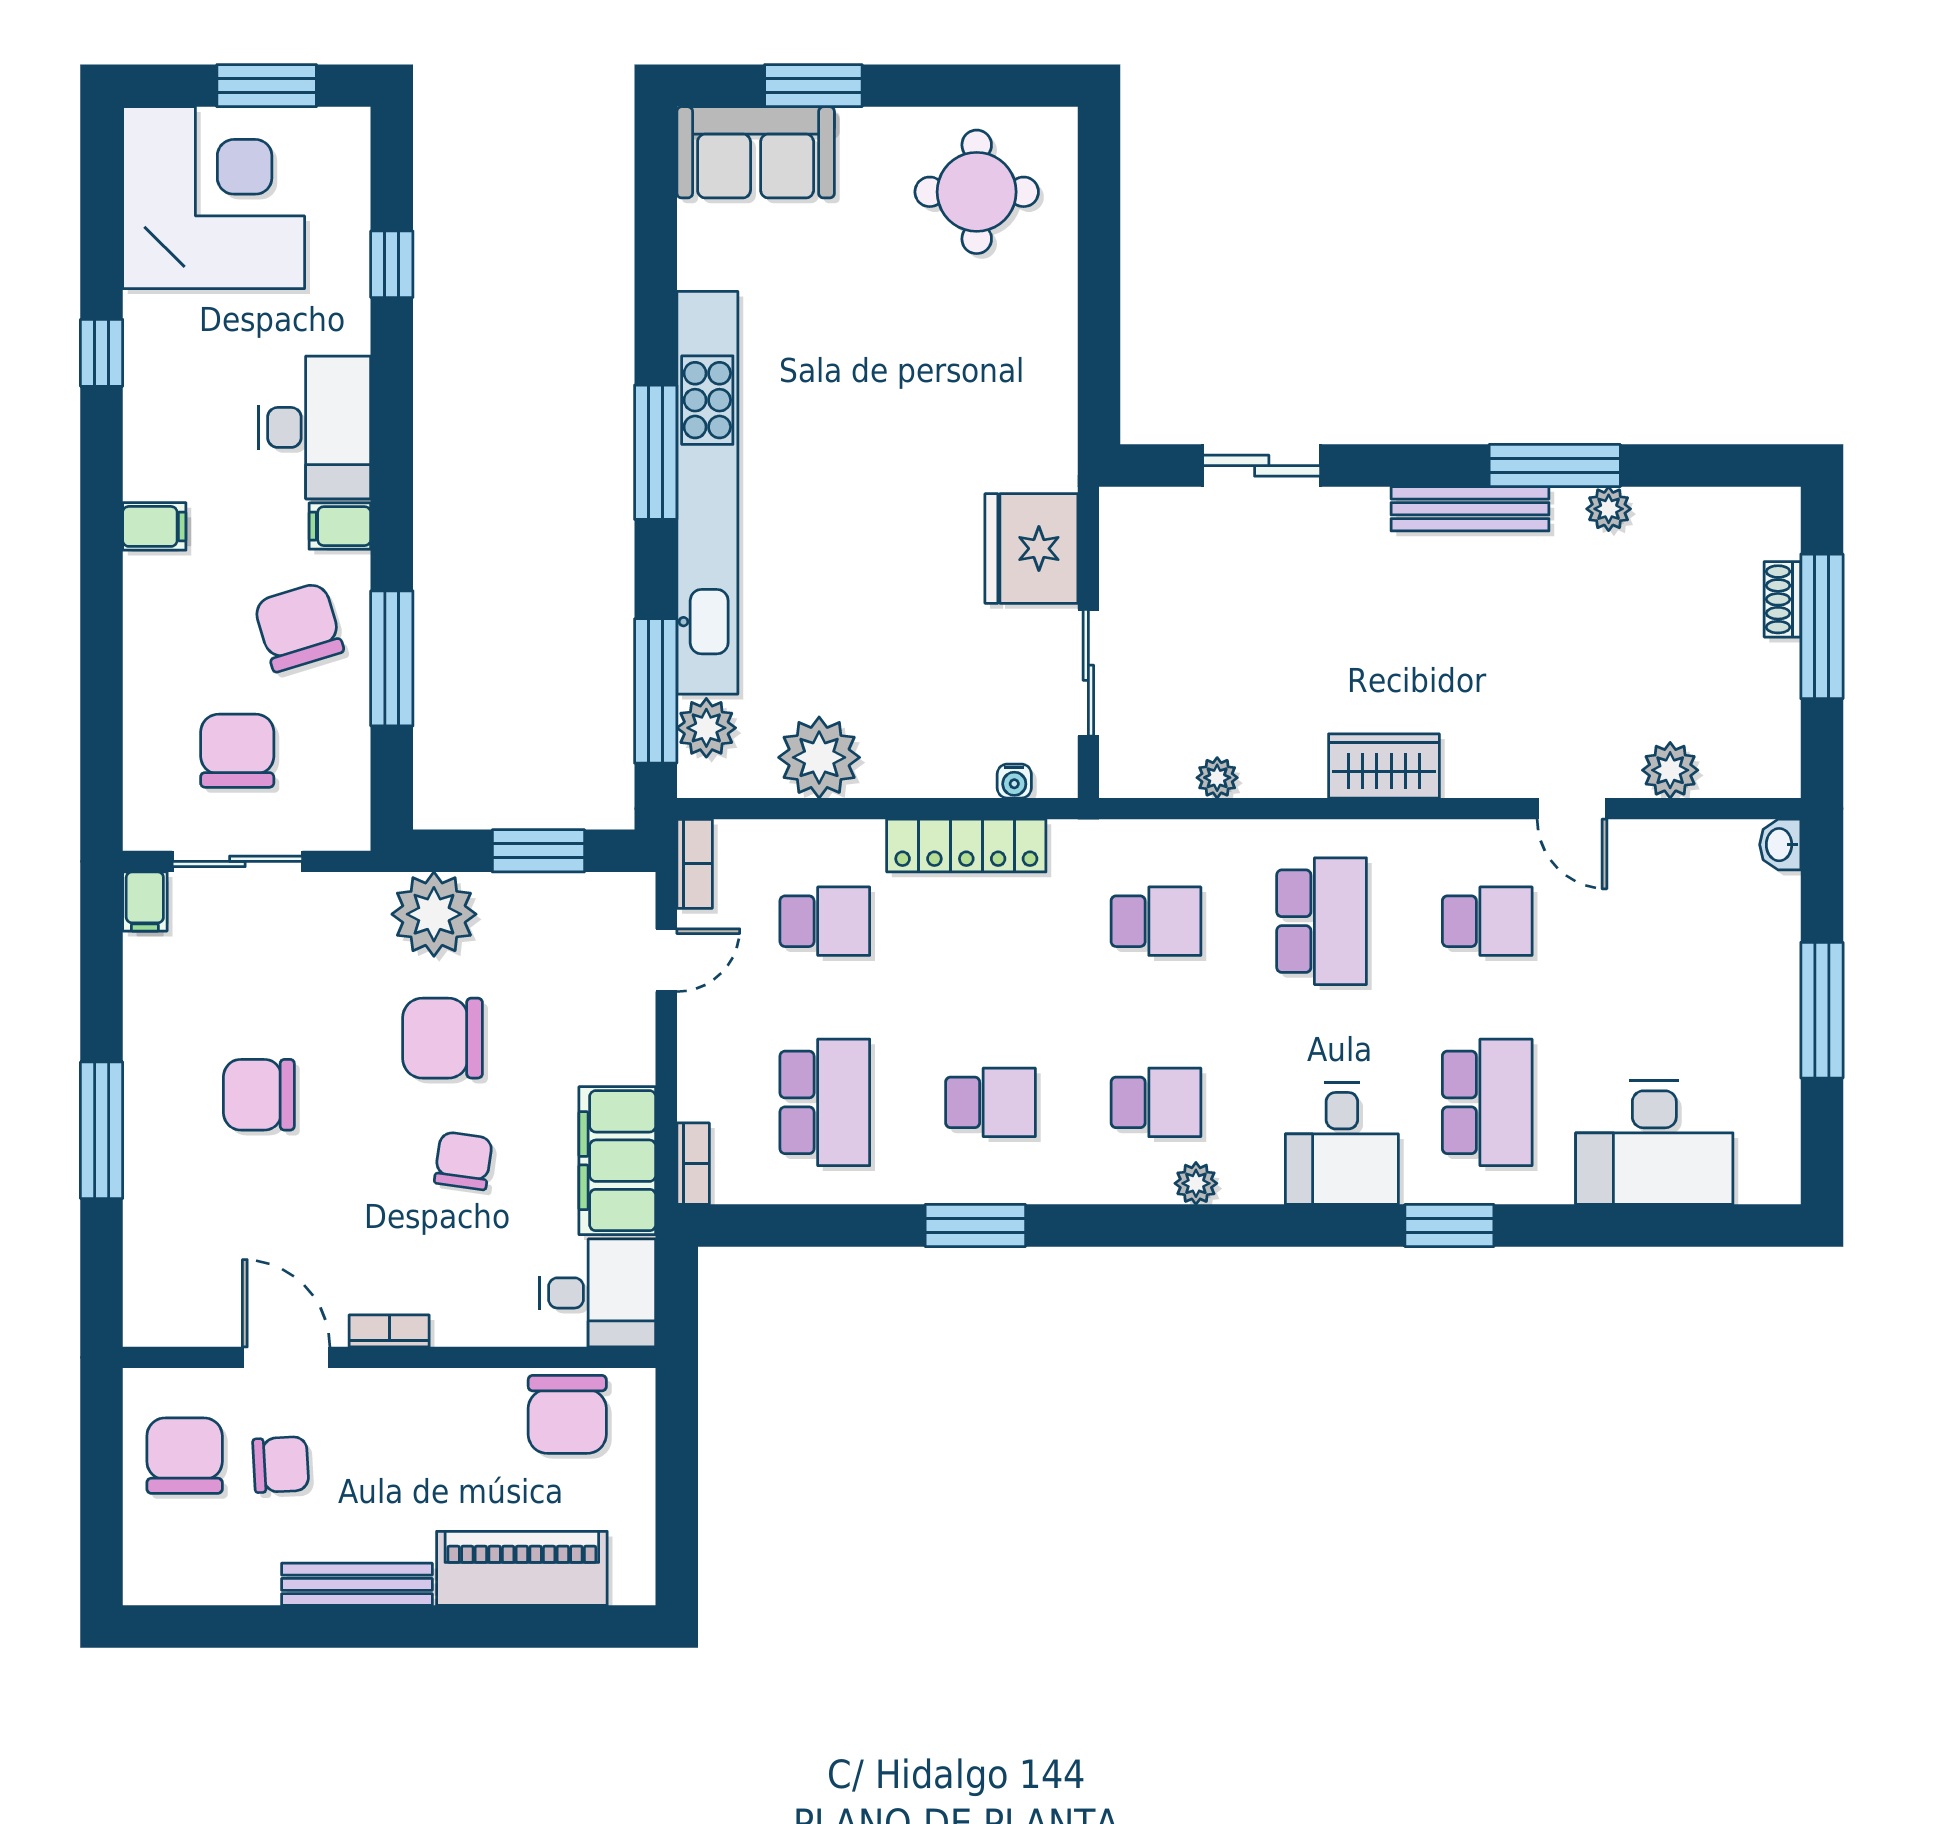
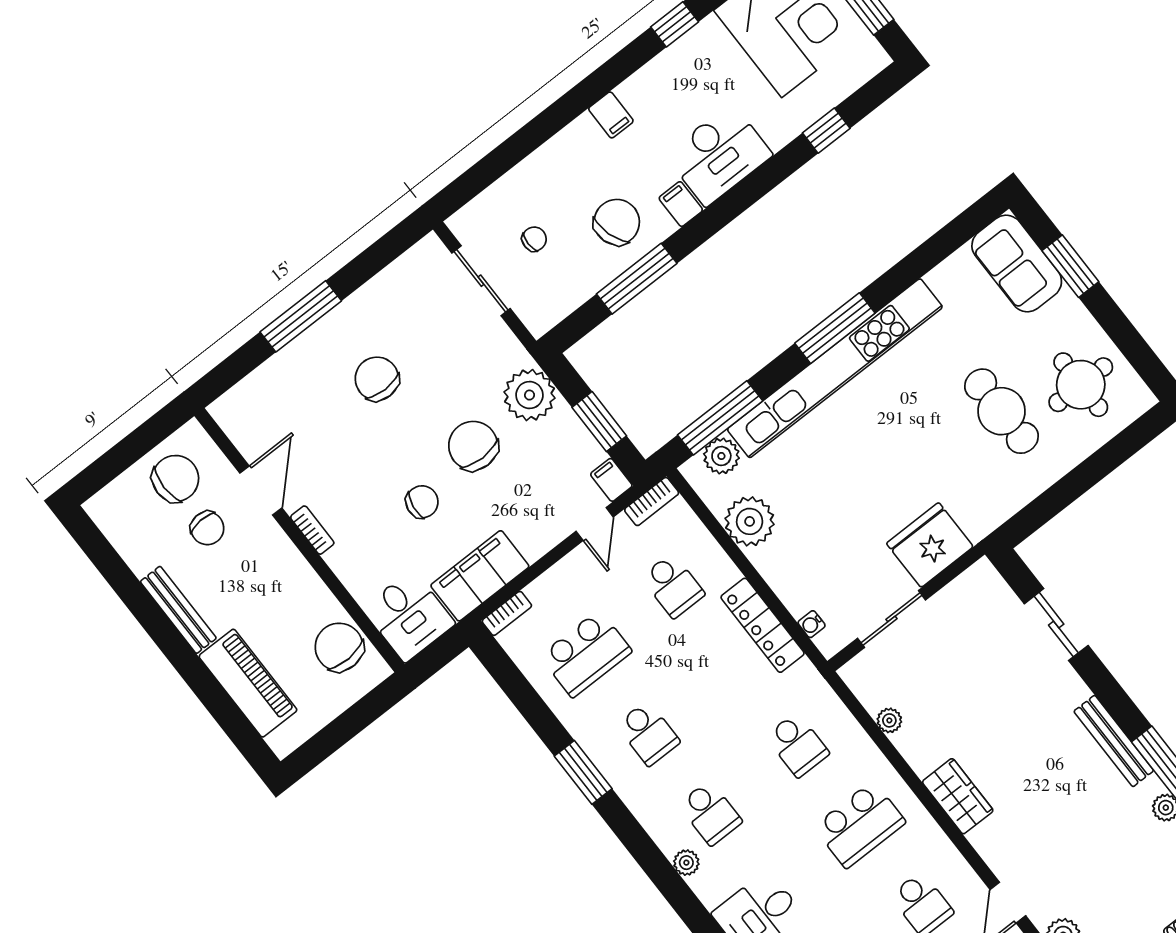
cafe table: (931, 321) -> (1001, 411), added
chair: (237, 751) -> (534, 239), width x0.54, depth x0.54
filing cabinet: (145, 902) -> (611, 480), moved, turned 90
door: (666, 960) -> (595, 524), hinge flipped
chair: (567, 1414) -> (339, 647), turned 87

